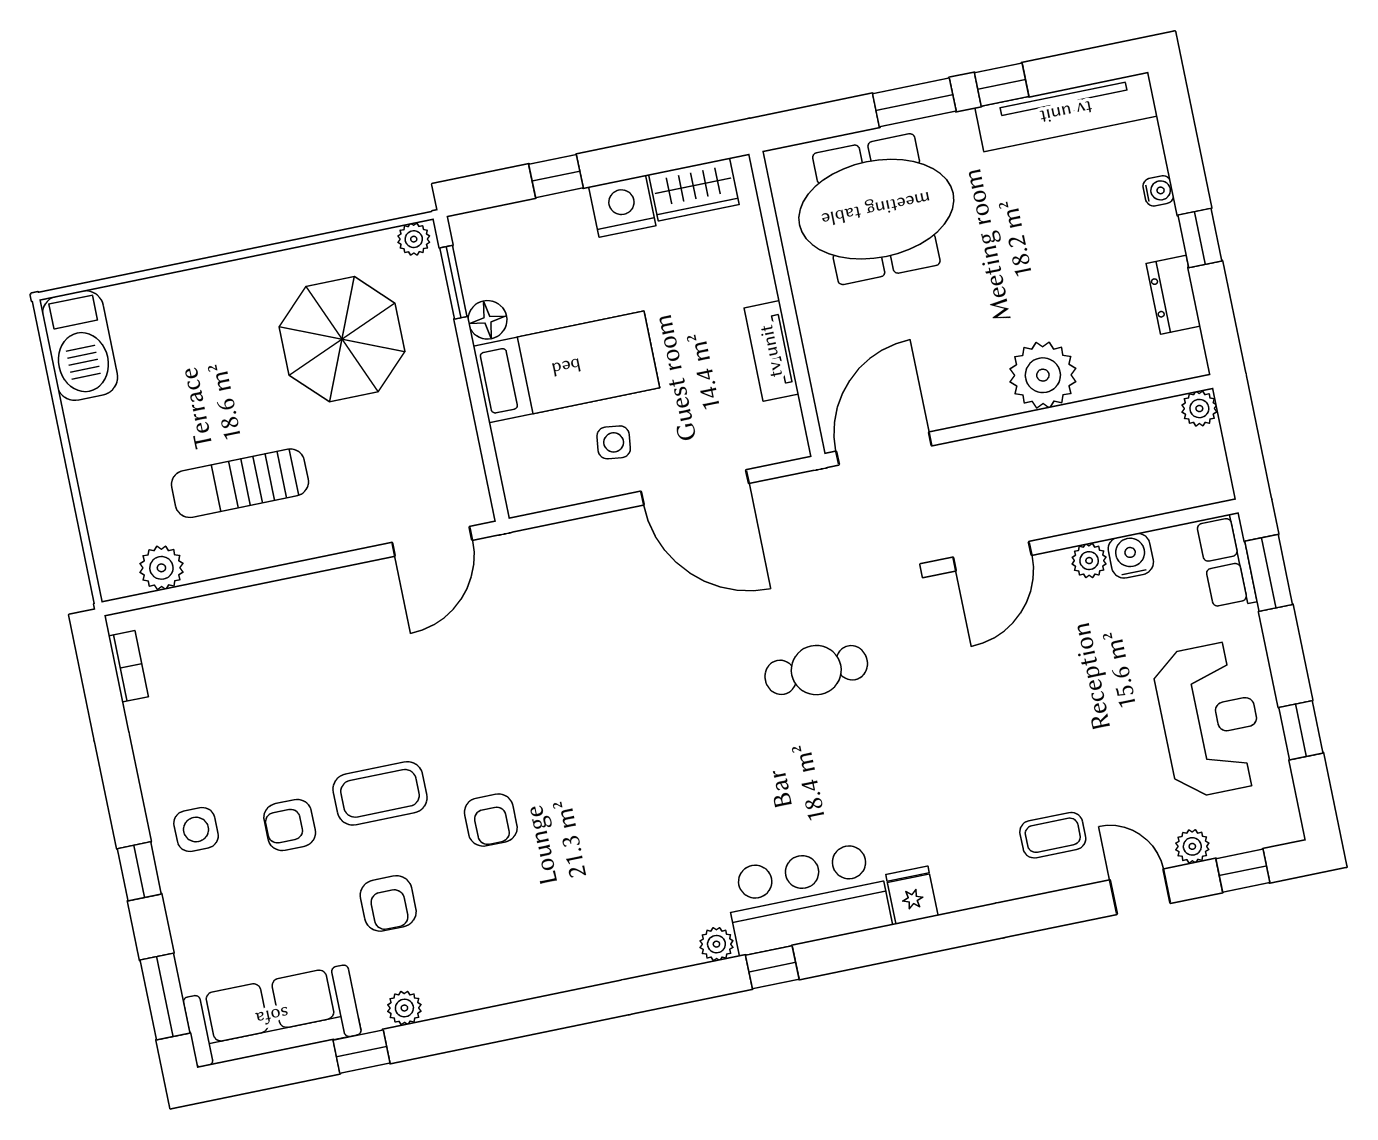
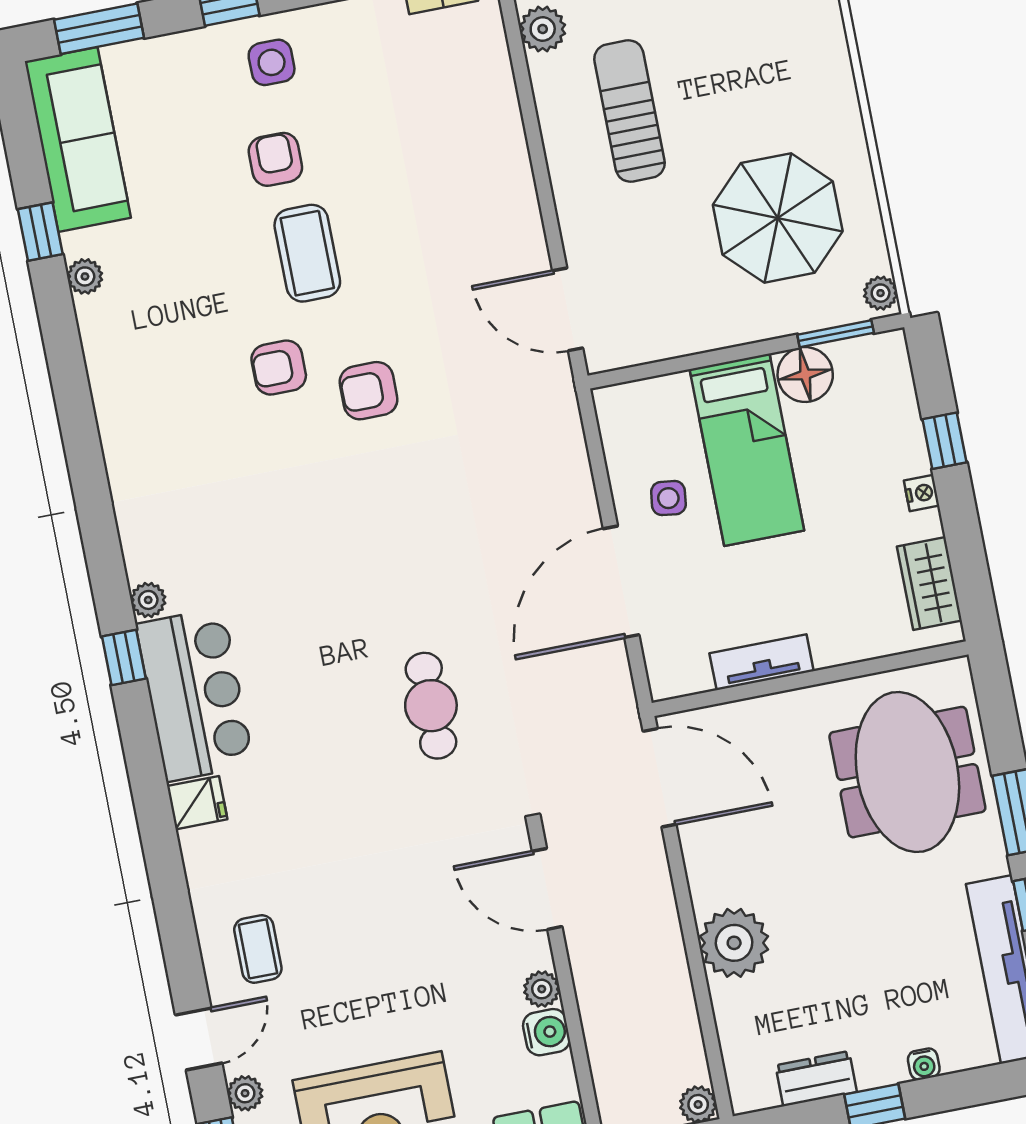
nightstand: (622, 206) -> (922, 493), width x0.53, depth x0.56
floor lamp: (487, 320) -> (805, 375), width x1.38, depth x1.38
armchair: (388, 903) -> (369, 391), moved

